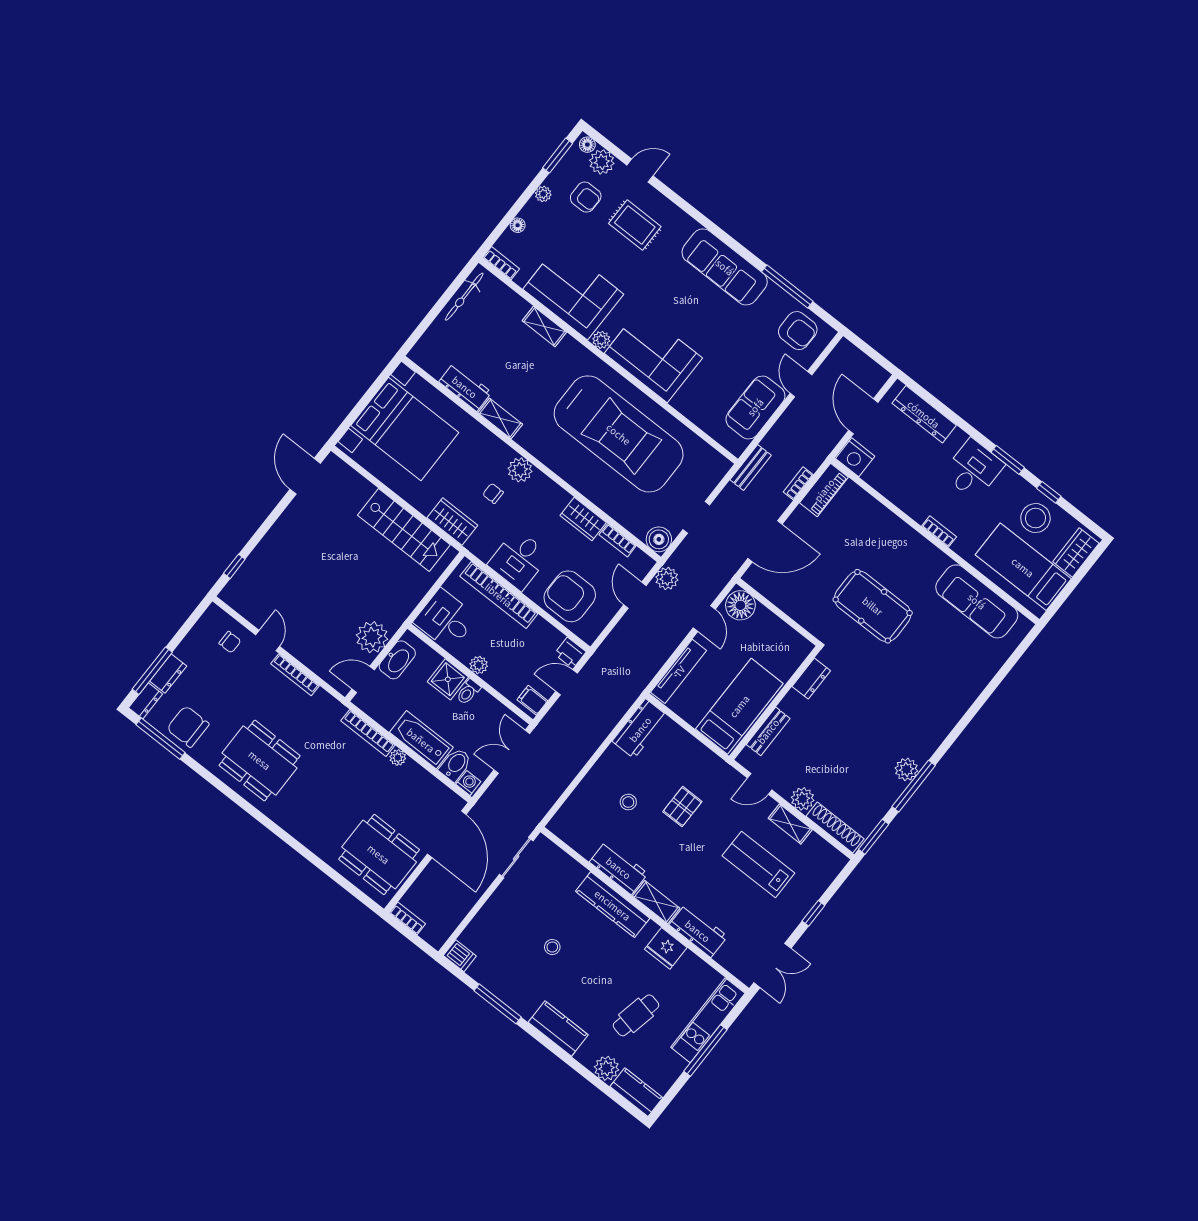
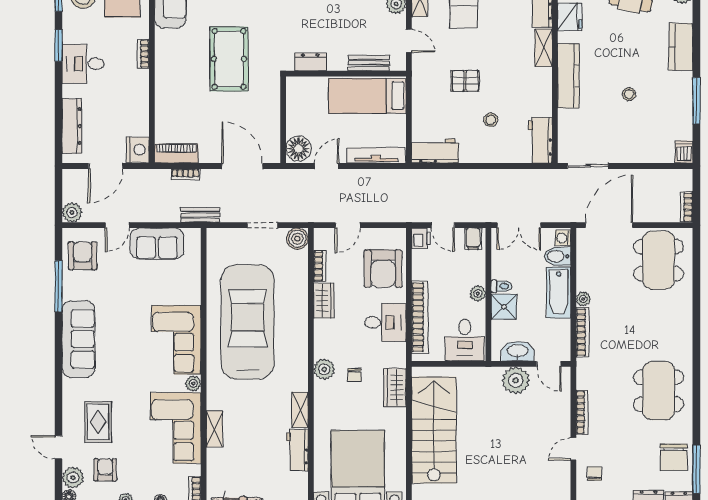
stairs: (404, 530) -> (434, 430), width x1.36, depth x1.51
plant: (667, 578) -> (72, 213), moved
workbench: (619, 868) -> (540, 140), moved

